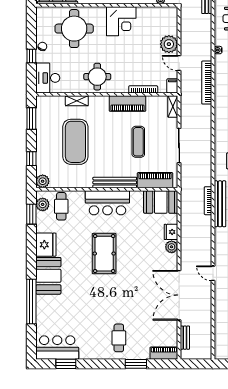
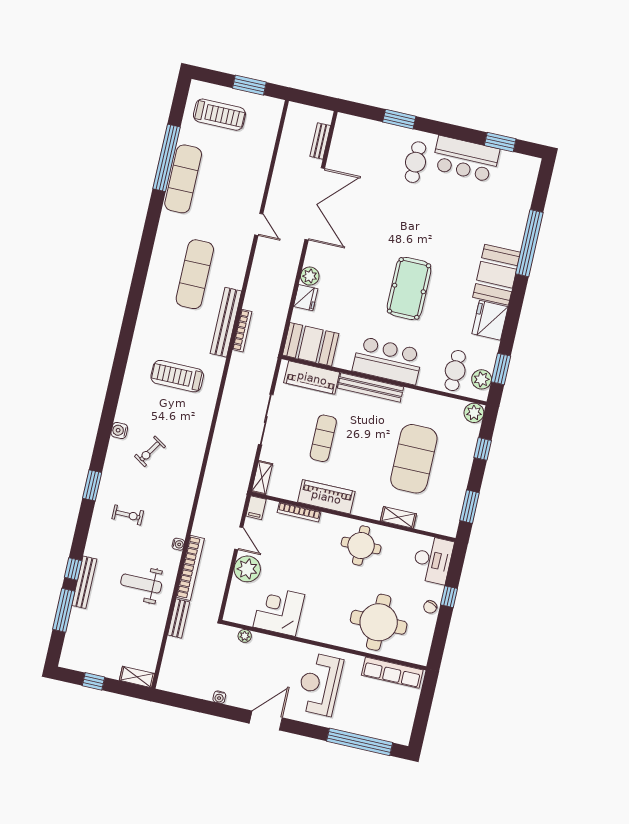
corner desk: (121, 21) -> (279, 611), moved
bookcase: (207, 82) -> (190, 568), moved
bar counter: (57, 348) -> (466, 159), moved
piano: (164, 353) -> (356, 125), removed

